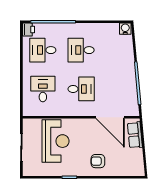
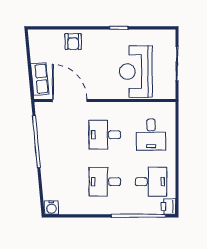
desk: (81, 50) -> (105, 182), turned 180
armchair: (98, 161) -> (73, 42), moved, turned 90

